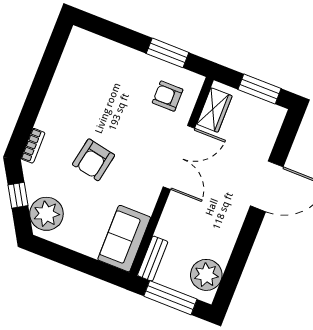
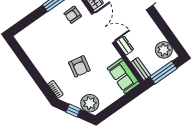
dresser: (173, 209) -> (125, 45), added

